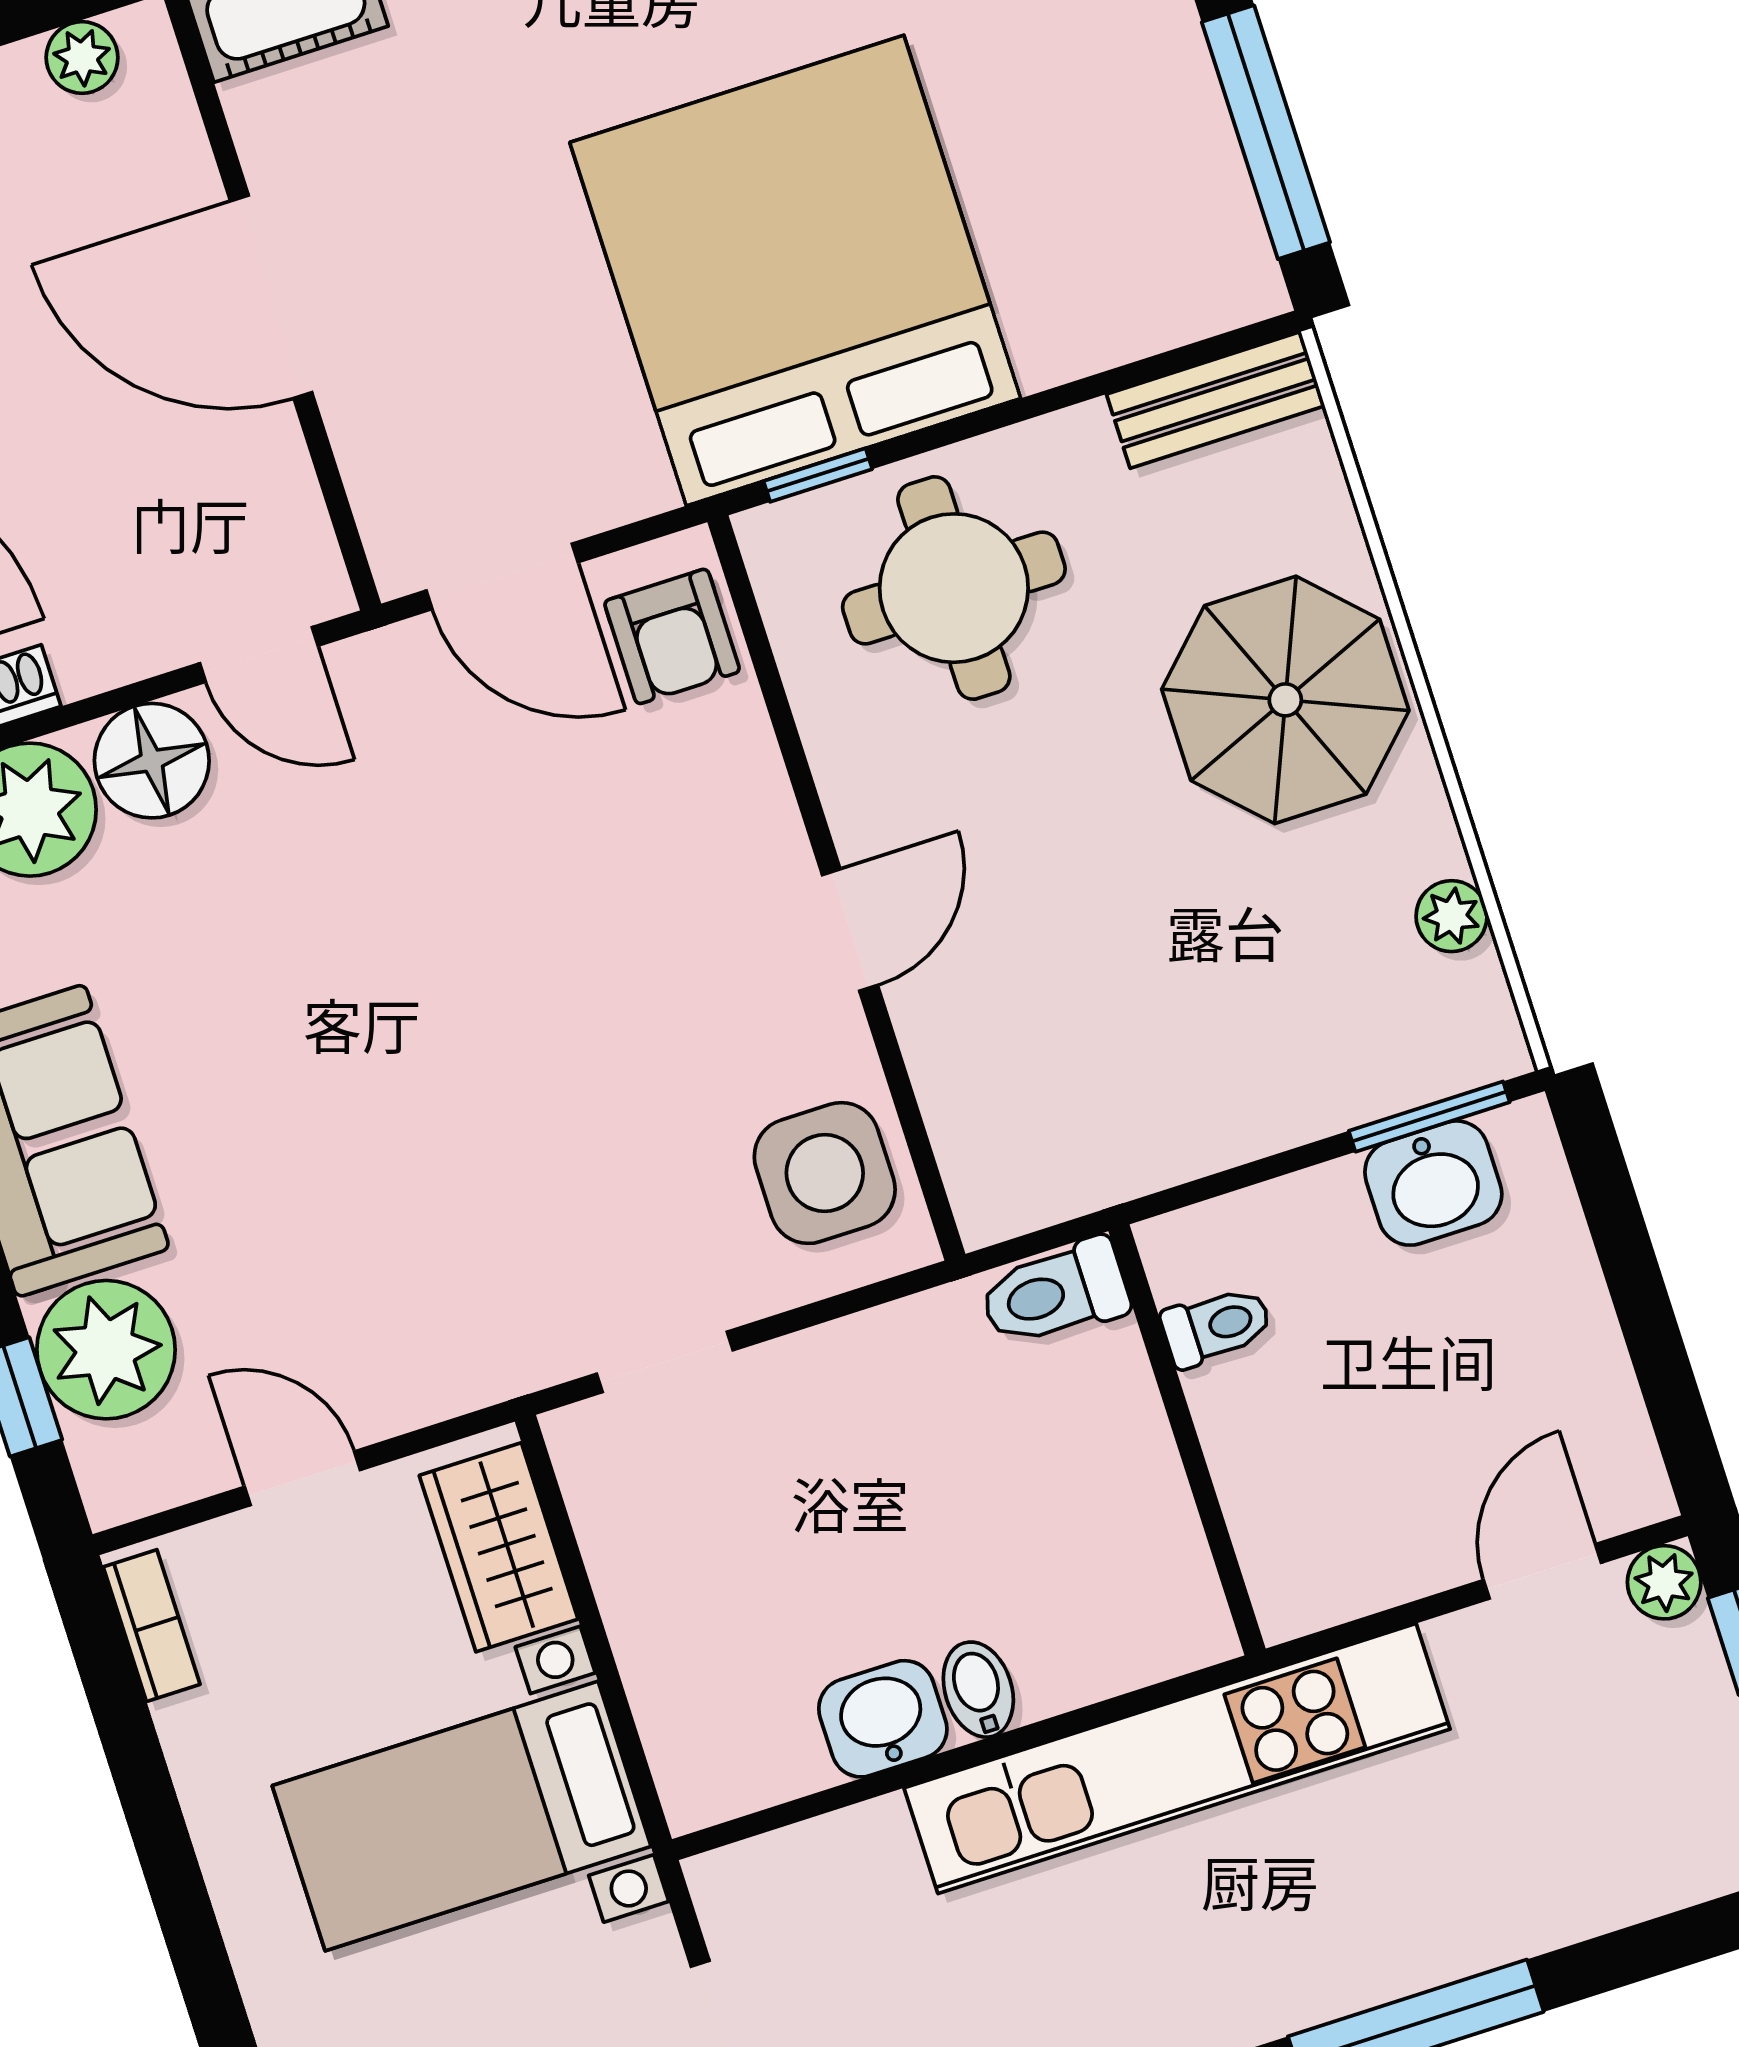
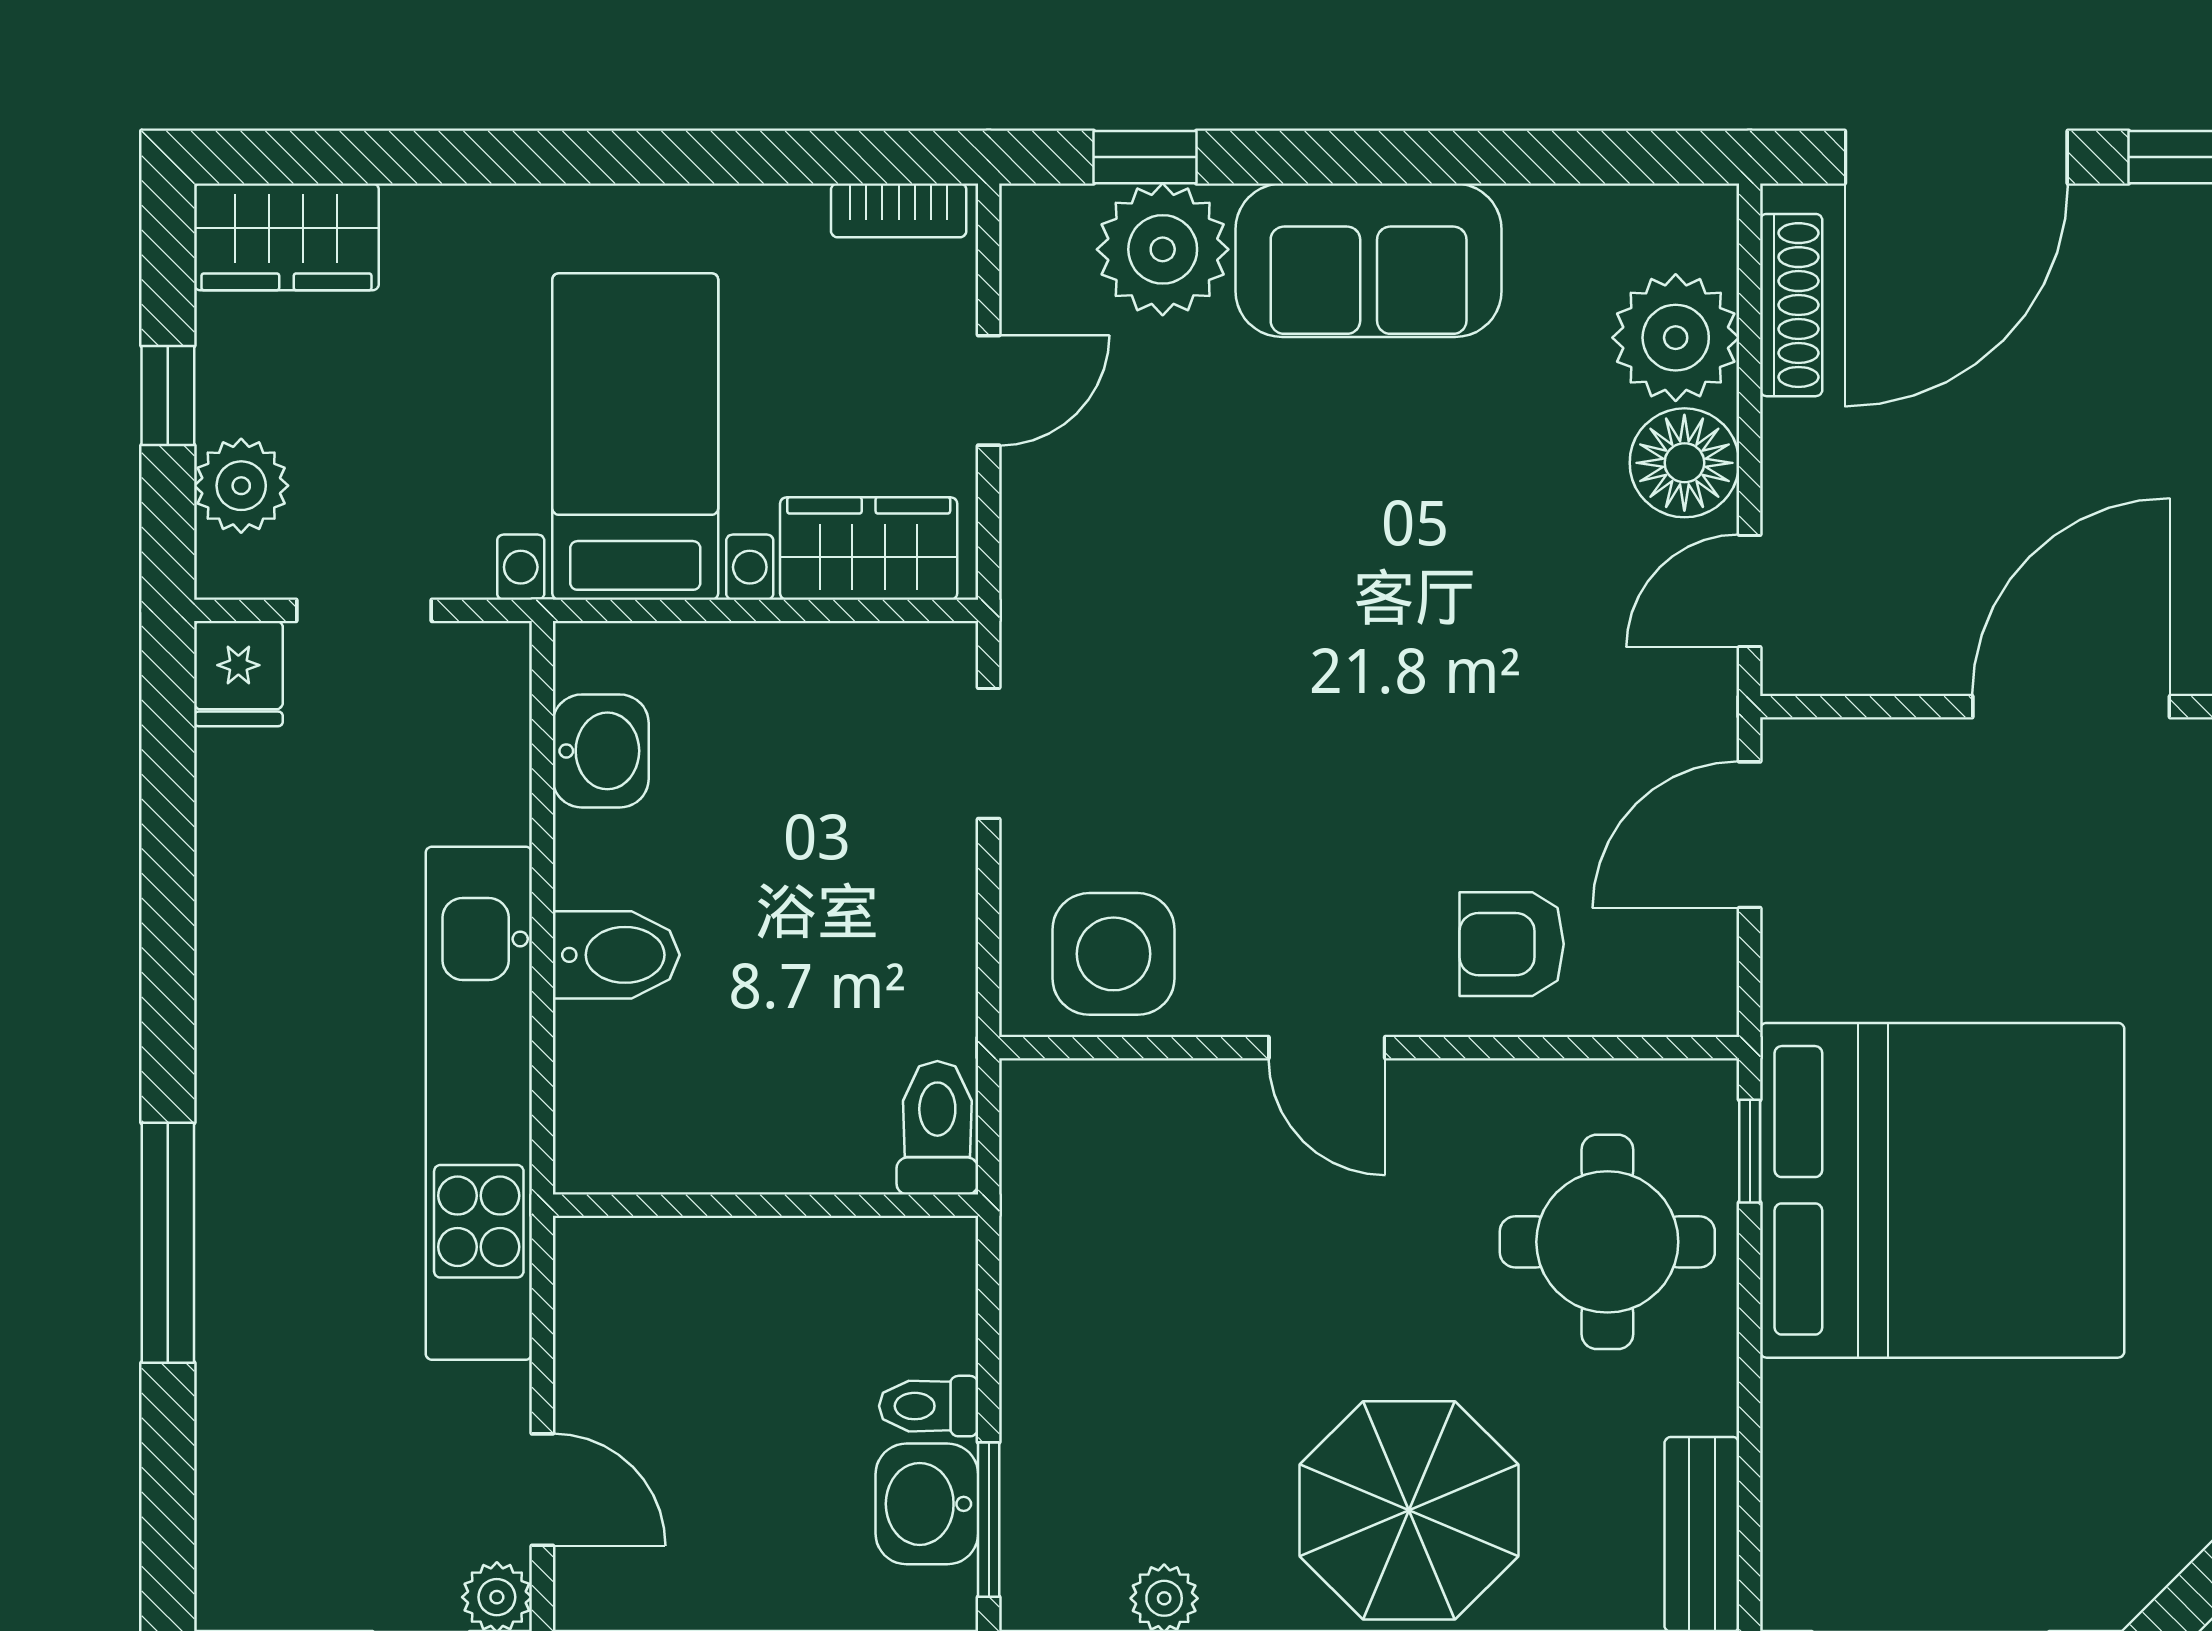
armchair: (672, 636) -> (1512, 944), moved
toilet: (1217, 1326) -> (929, 1406), moved, turned 90
bidet: (978, 1690) -> (616, 955), width x1.38, depth x1.36
washbasin: (883, 1719) -> (601, 751), moved

